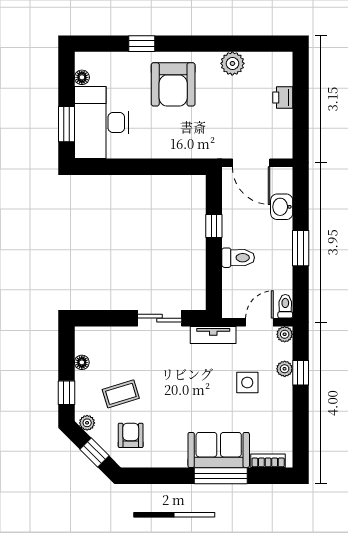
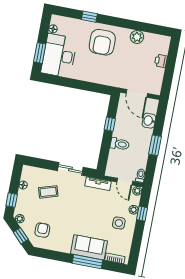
door: (259, 322) -> (125, 182), swing flipped
side table: (247, 383) -> (119, 223), moved
coffee table: (121, 394) -> (48, 192), moved

